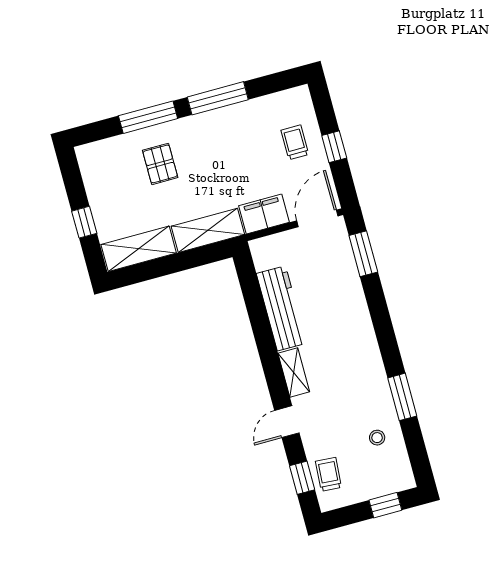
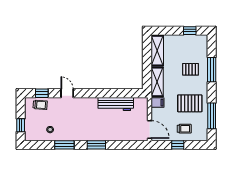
window: (218, 98) -> (212, 116), moved
pallet: (236, 145) -> (190, 103), added
filing cabinet: (264, 214) -> (158, 103), width x0.50
window: (84, 222) -> (190, 31), moved
window: (363, 254) -> (96, 145), moved
shelving: (294, 372) -> (87, 102), removed

